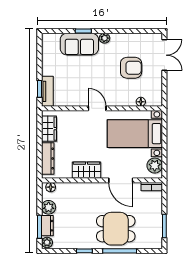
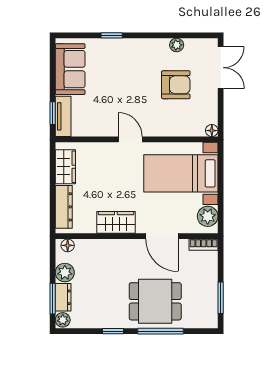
plant: (105, 38) -> (177, 45), moved
sofa: (79, 44) -> (70, 69), moved, turned -90
floor lamp: (141, 102) -> (212, 131), moved

